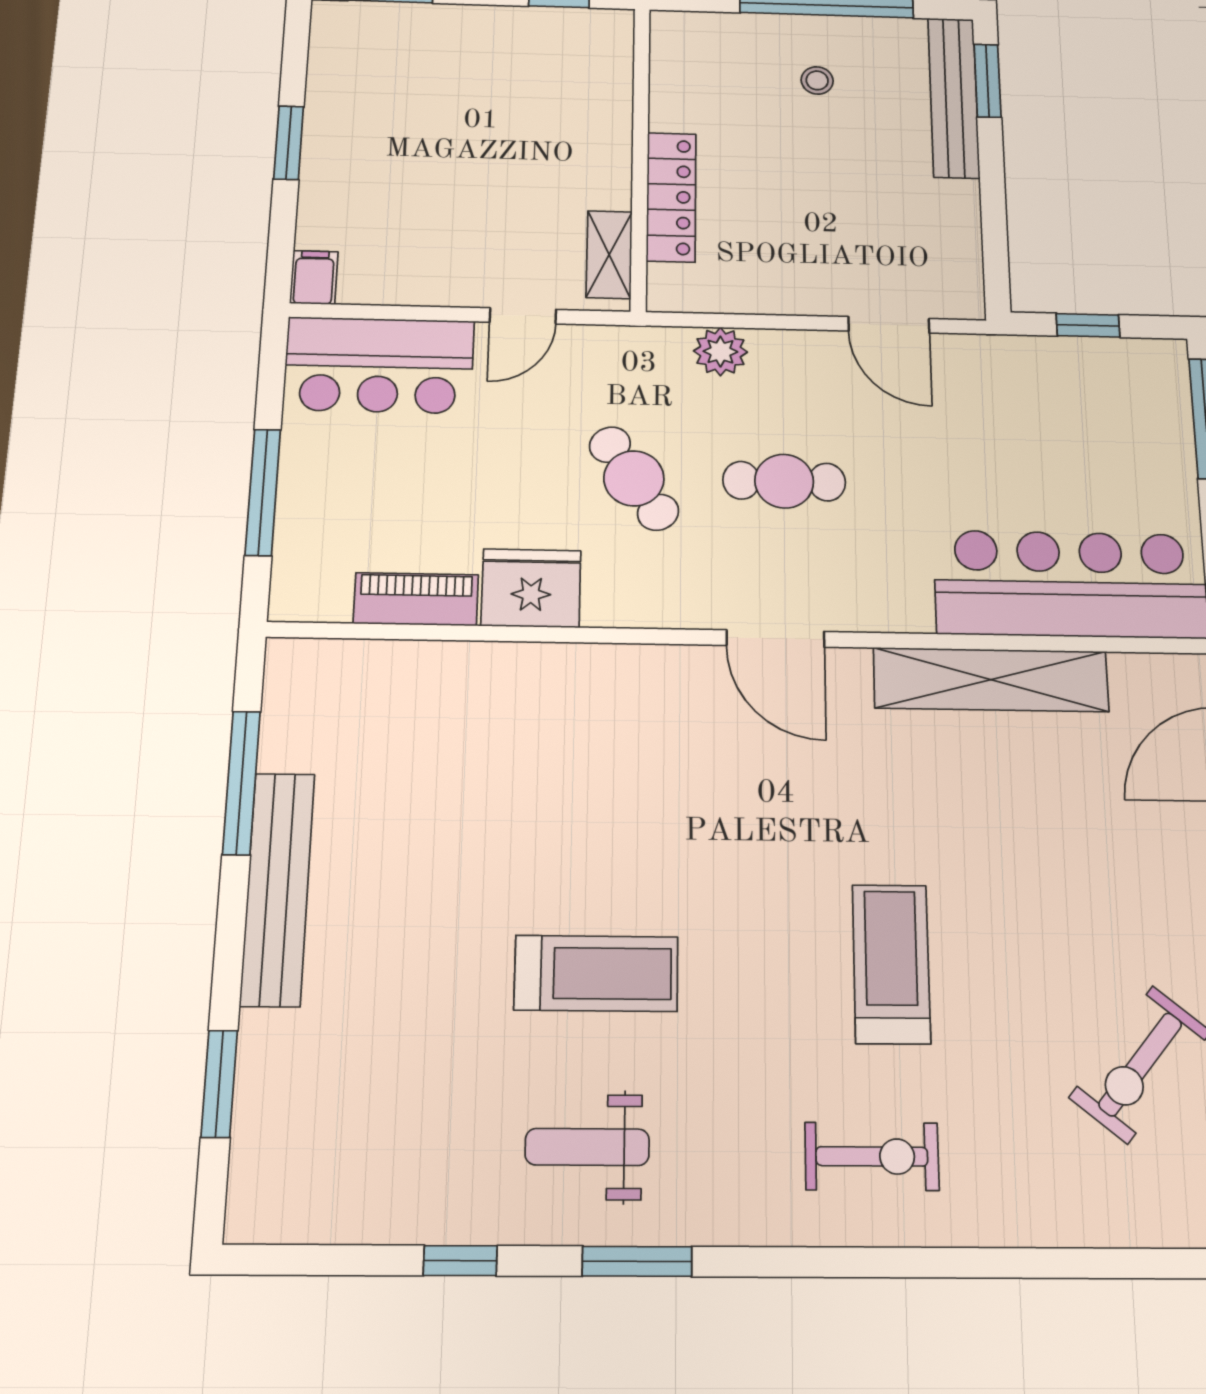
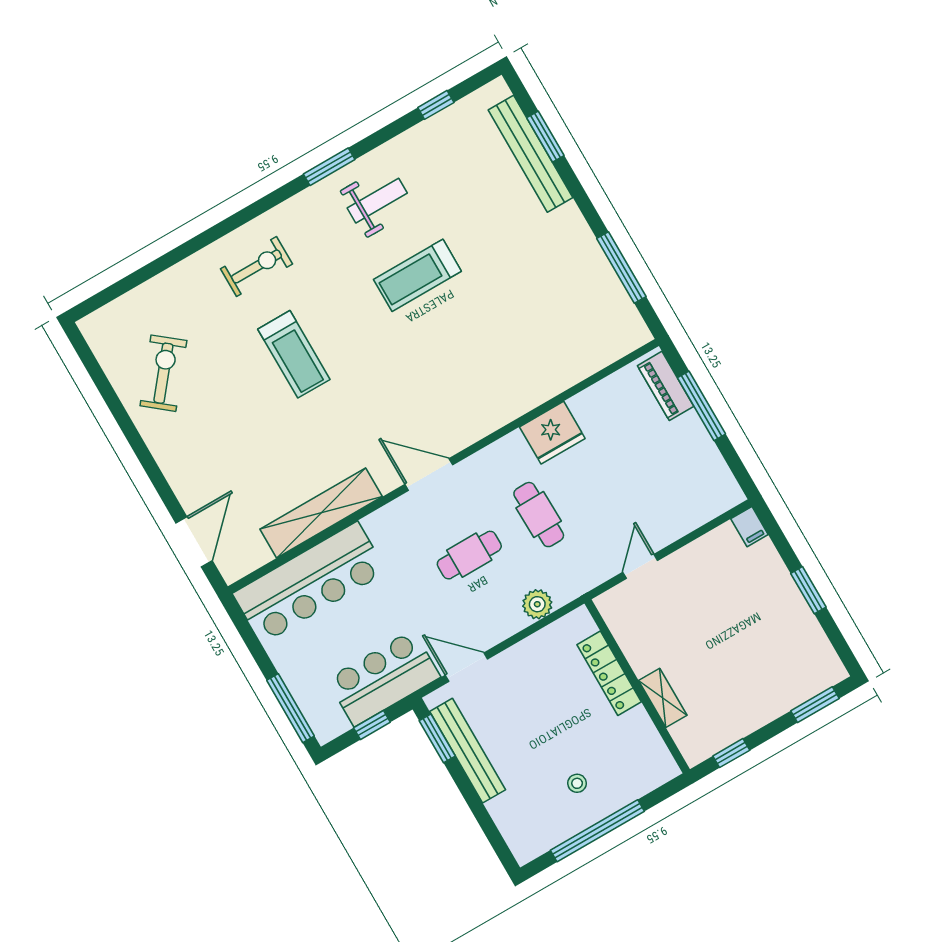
window: (988, 81) -> (437, 738), moved
bench: (954, 97) -> (468, 751), moved
shelving: (609, 255) -> (663, 698), moved
bar counter: (379, 365) -> (384, 678), moved
cafe table: (634, 478) -> (539, 515), turned 33
piano: (416, 599) -> (666, 386), moved, turned 90
bench: (278, 889) -> (530, 154), moved
exercise bike: (872, 1156) -> (256, 266), turned 180
window: (460, 1261) -> (436, 105), moved

